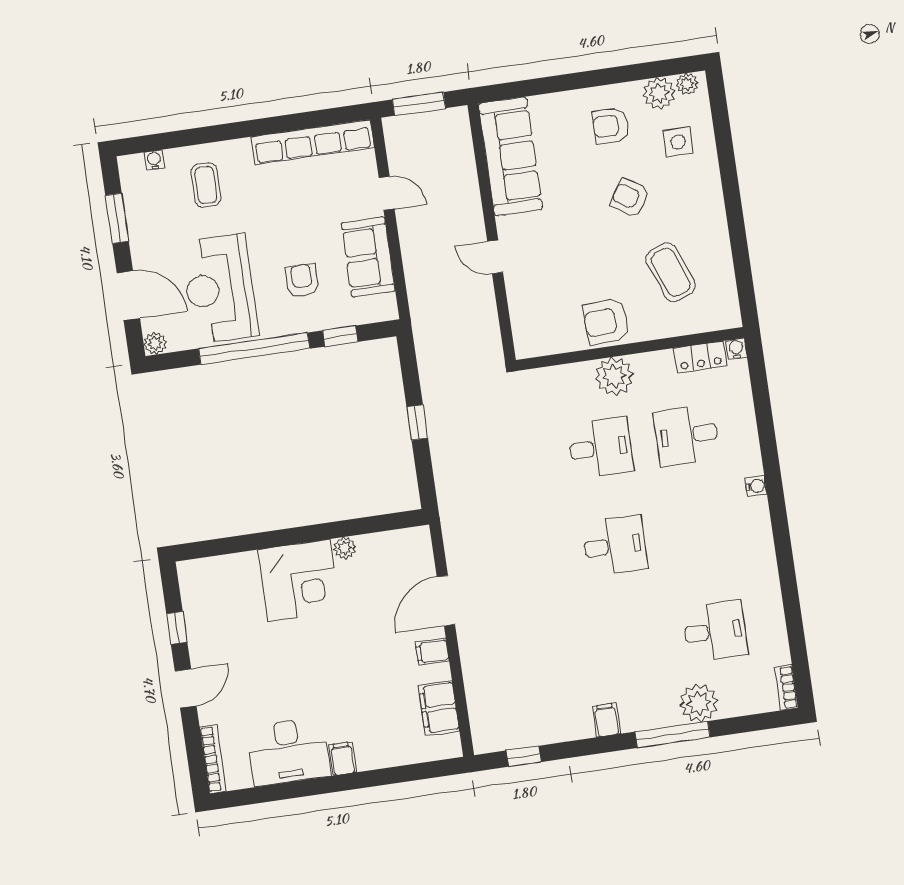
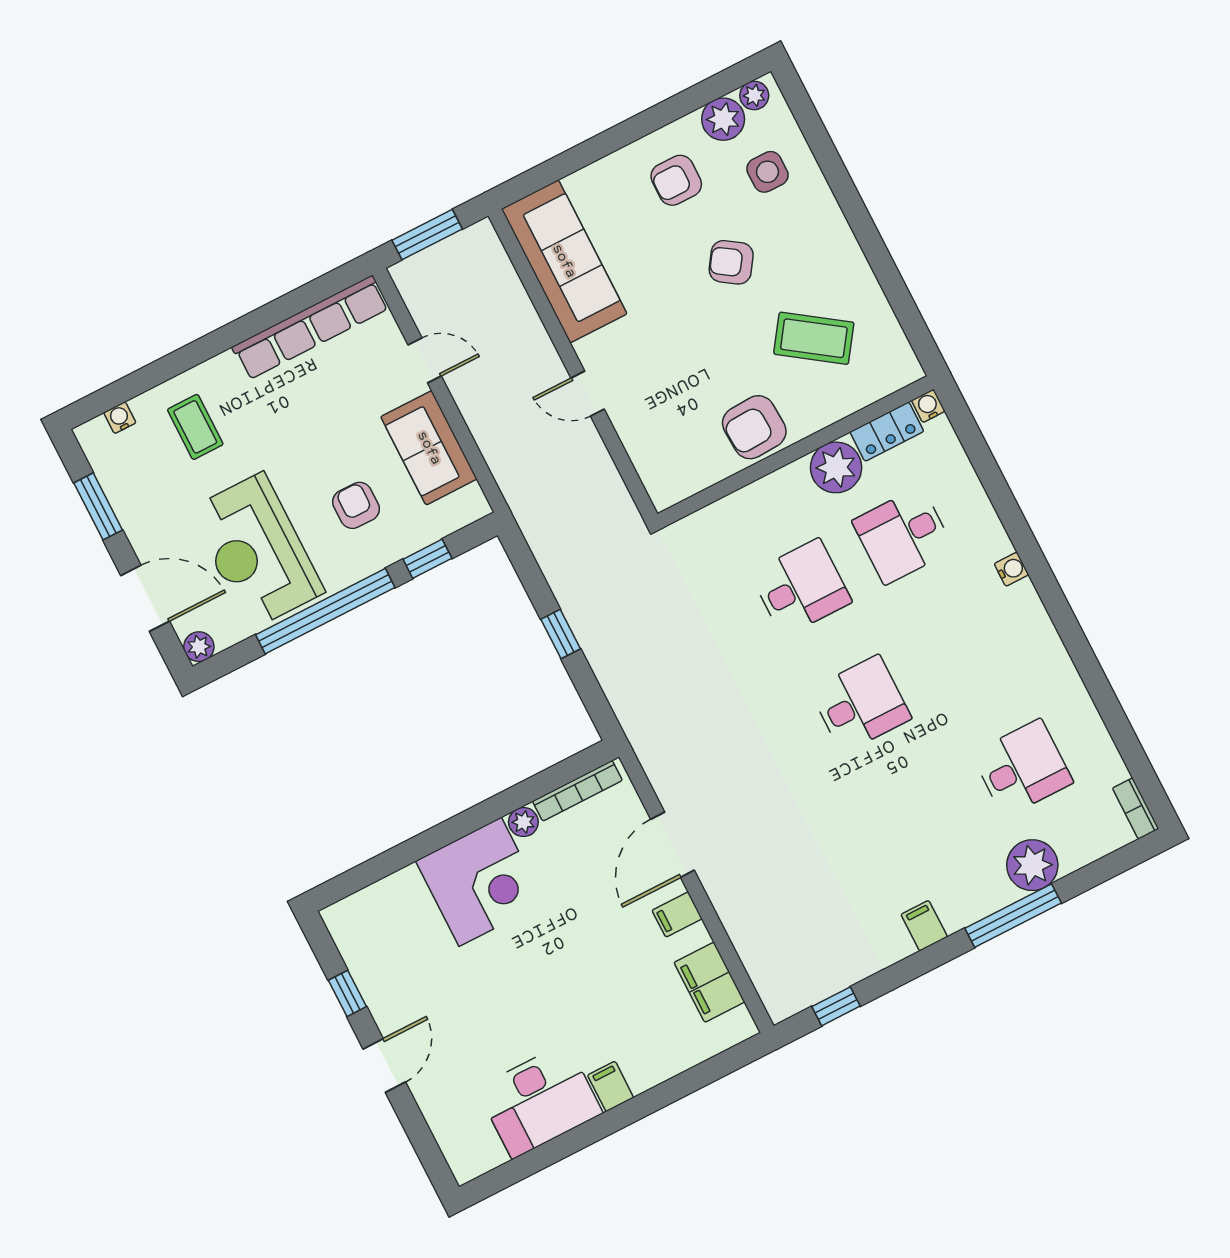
coffee table: (671, 272) -> (814, 338), turned -34
plant: (614, 376) -> (836, 467), moved
bookcase: (213, 759) -> (577, 791), moved, turned 90

